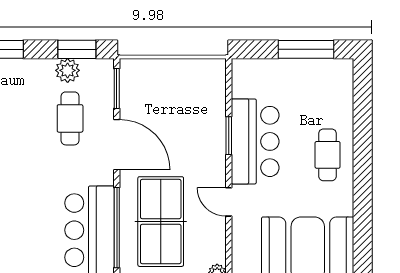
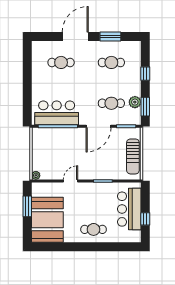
window: (306, 49) -> (145, 219), width x0.46
sun lounger: (178, 74) -> (133, 156), added
bar counter: (255, 141) -> (129, 209), moved, turned 90
table tennis table: (161, 222) -> (61, 148), removed

